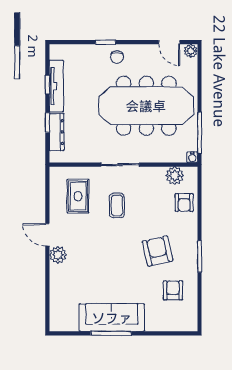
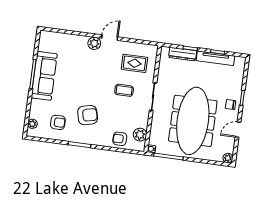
door: (169, 42) -> (238, 130), moved
plant: (180, 325) -> (32, 124), added

